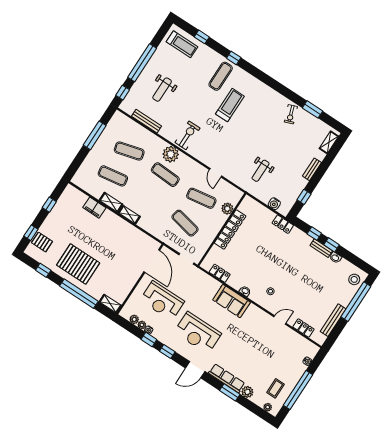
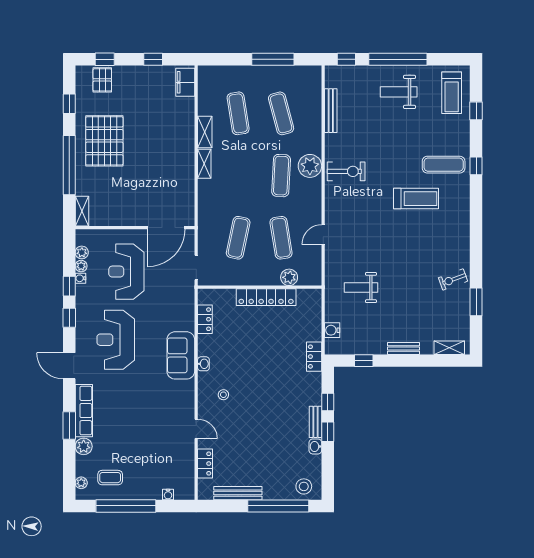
weight bench: (162, 90) -> (399, 92), moved
filing cabinet: (94, 208) -> (185, 82), moved

